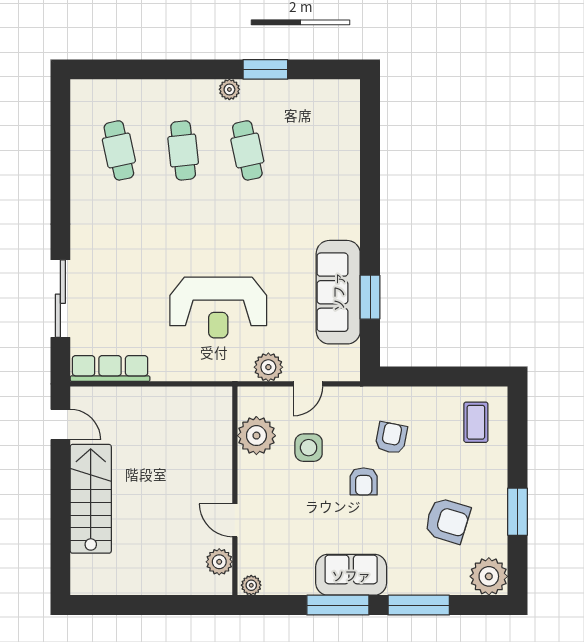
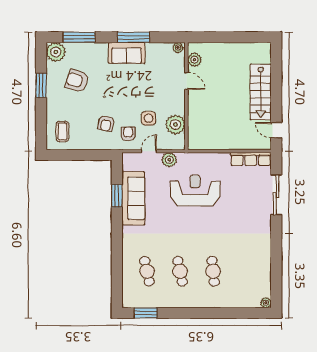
window: (265, 69) -> (146, 313), moved
plant: (229, 89) -> (266, 303), moved
cafe table: (119, 150) -> (147, 271), moved
armchair: (364, 481) -> (128, 134), moved
window: (419, 605) -> (79, 37), moved

